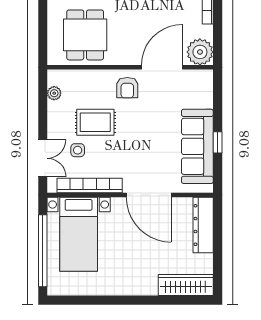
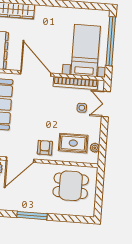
dining table: (85, 35) -> (71, 186), turned 90
rug: (95, 122) -> (73, 143), moved

